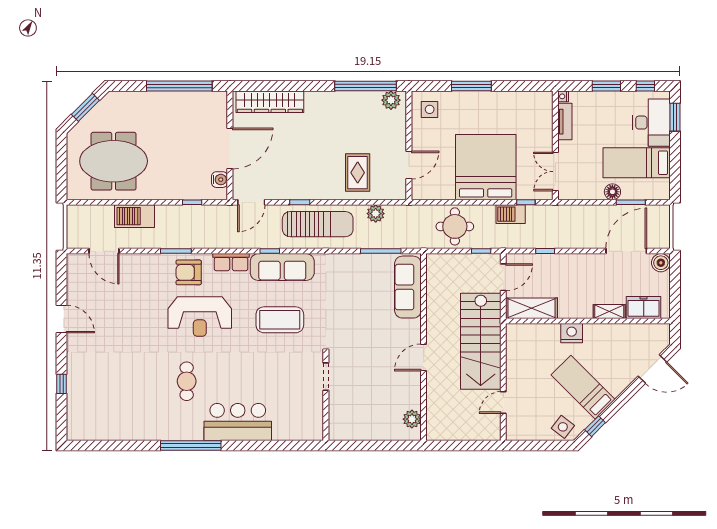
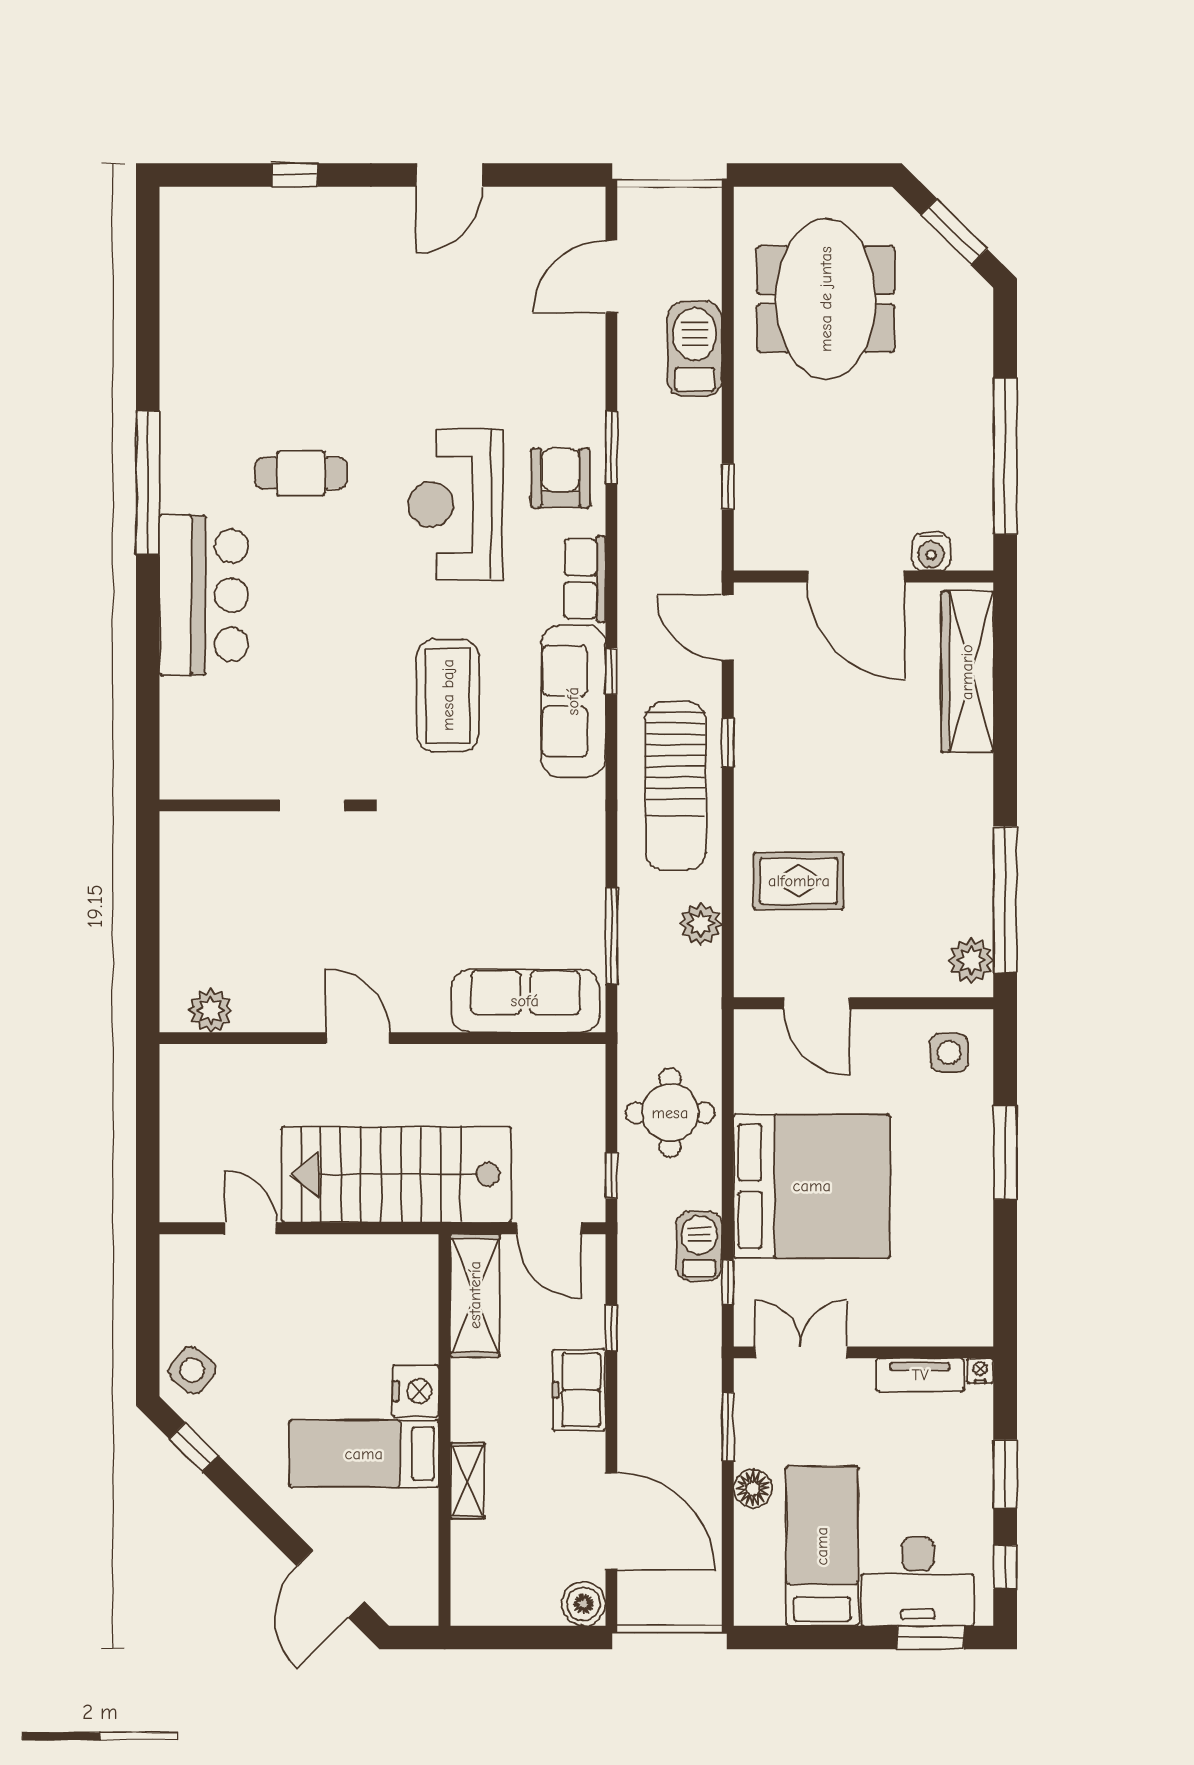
water cooler: (220, 180) -> (931, 552), moved
window: (631, 202) -> (728, 1427), moved
freezer: (644, 307) -> (579, 1390), moved, turned 180
bed: (583, 387) -> (364, 1454), moved, turned -135

